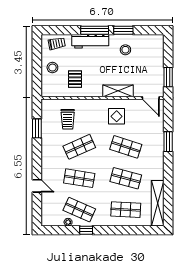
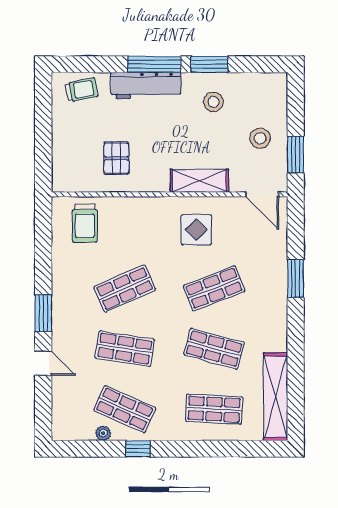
stool: (52, 68) -> (260, 138), moved
trolley: (68, 119) -> (85, 223), moved
window: (37, 128) -> (43, 313), moved
shop shelf: (126, 147) -> (214, 288), turned -39

